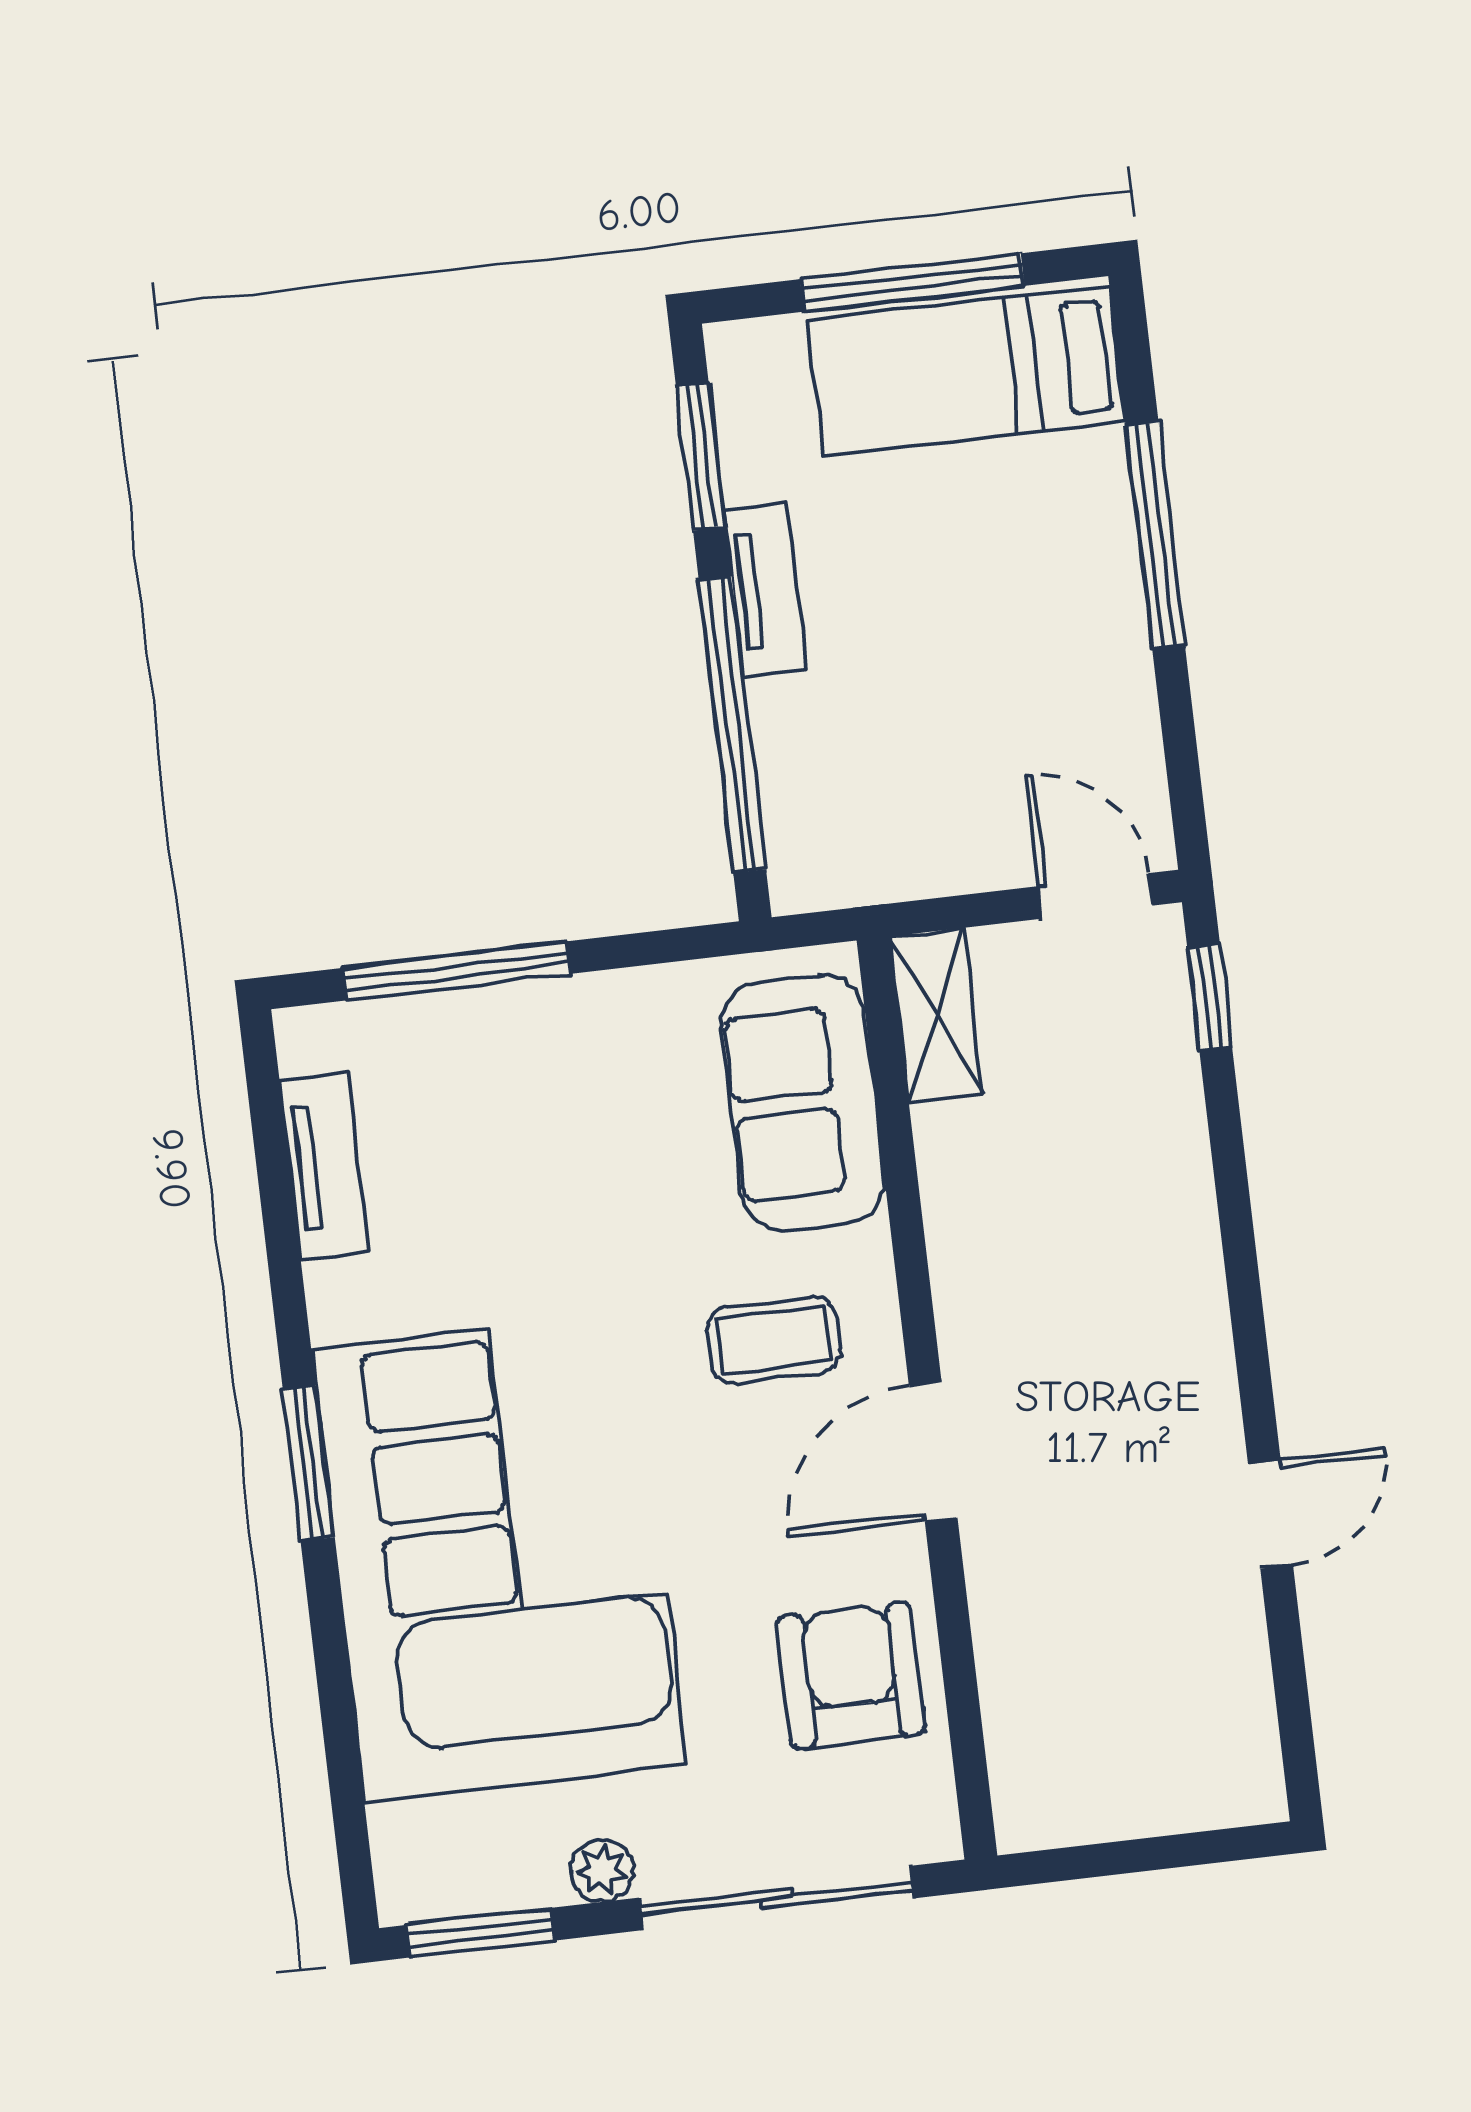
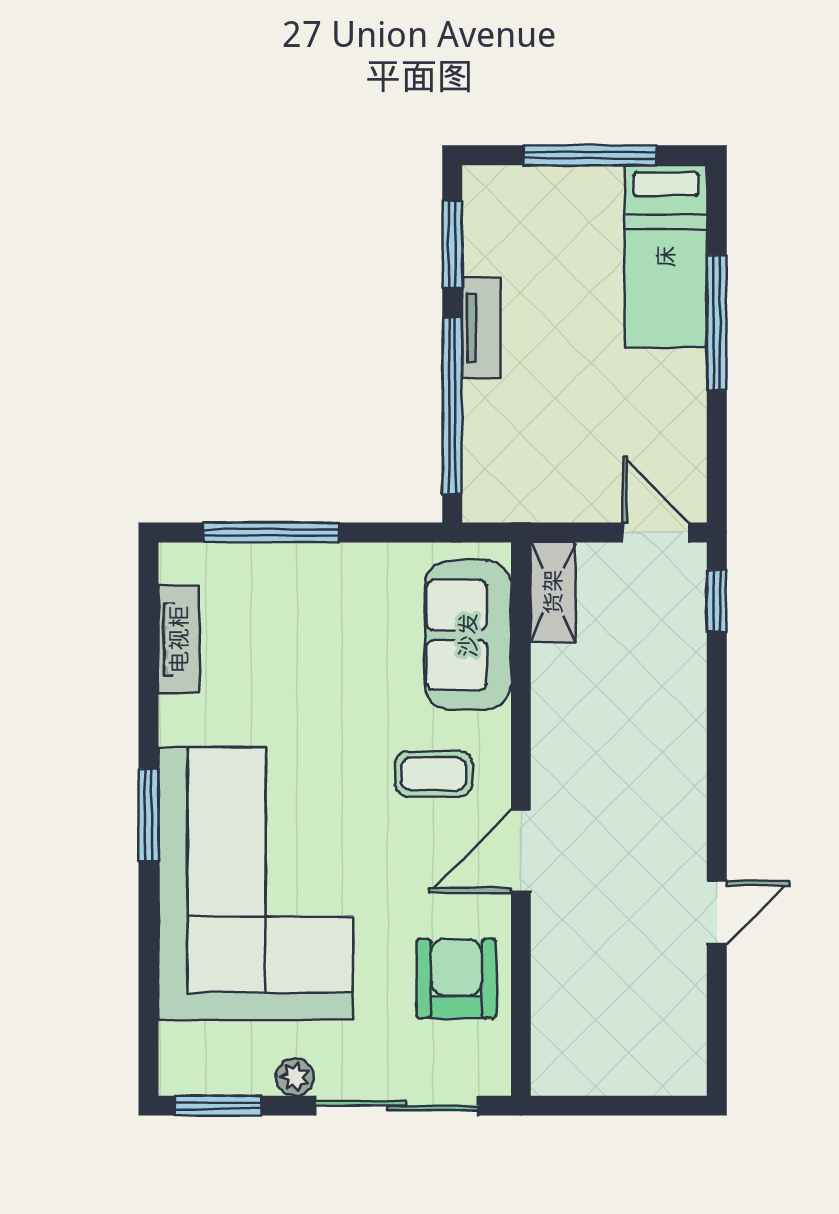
bed: (966, 371) -> (666, 256), moved, turned -90

